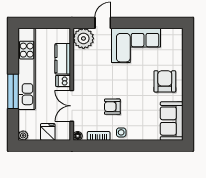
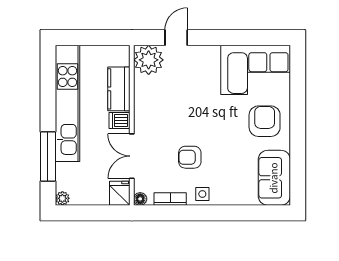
corner sofa: (136, 45) -> (256, 70), moved
window: (13, 91) -> (48, 156), moved
fridge: (48, 132) -> (120, 193), moved

